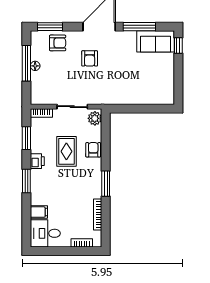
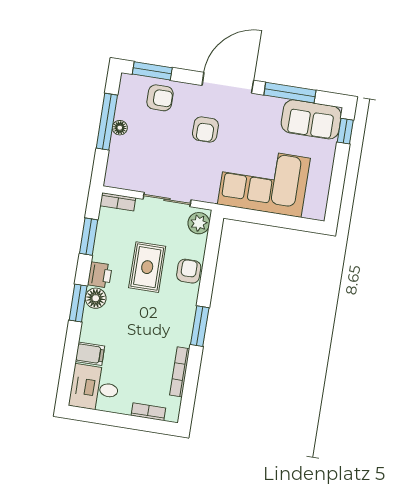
corner sofa: (132, 85) -> (264, 181), added
floor lamp: (37, 176) -> (96, 298), added

